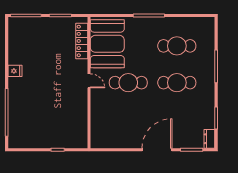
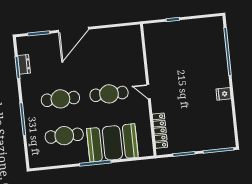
booth: (107, 44) -> (112, 143), moved, turned 90
dresser: (209, 139) -> (24, 64), moved

